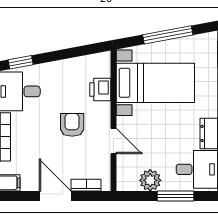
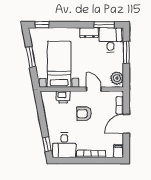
window: (168, 35) -> (31, 57), width x0.69
door: (113, 141) -> (94, 89), hinge flipped
plant: (150, 180) -> (117, 78), moved

